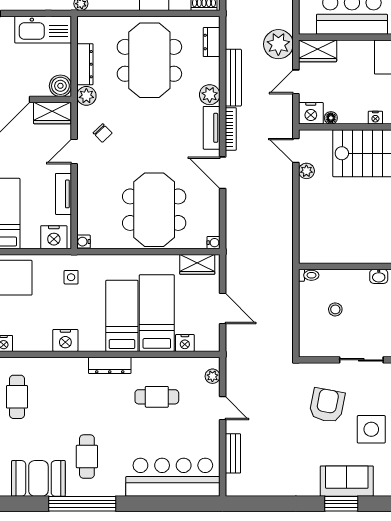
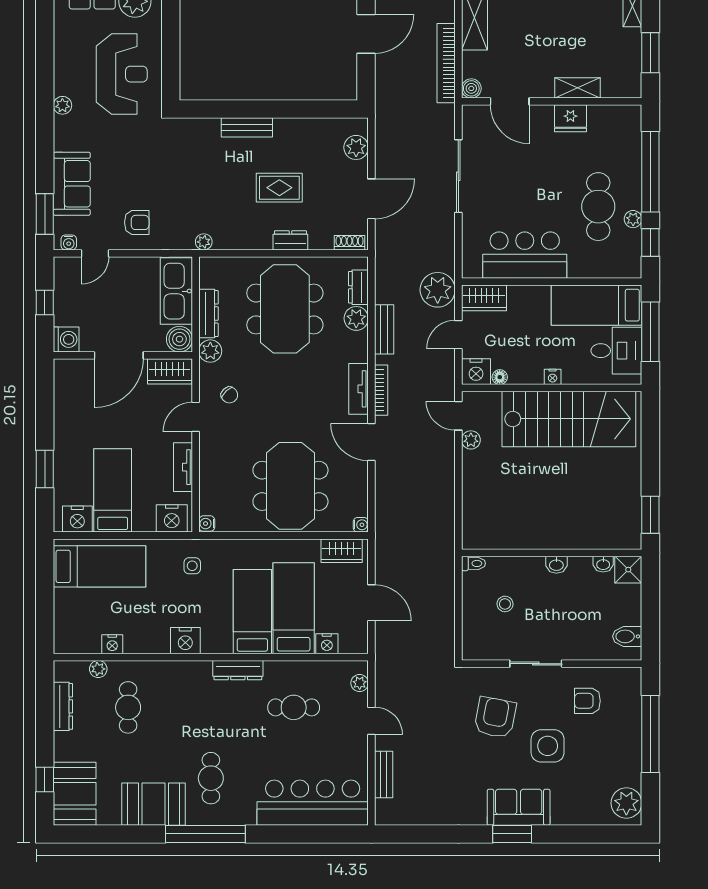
kitchen sink: (43, 30) -> (176, 291), moved, turned 90
bench: (233, 78) -> (384, 329), width x0.73
plant: (210, 95) -> (356, 318), moved

